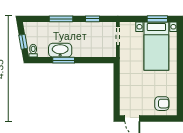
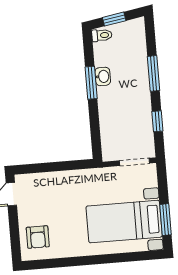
washbasin: (60, 50) -> (103, 76), width x0.52, depth x0.69

